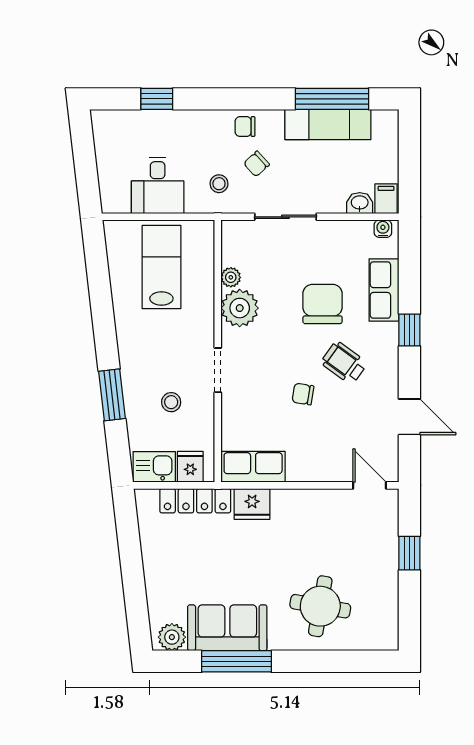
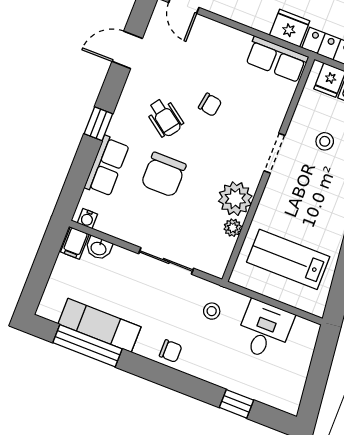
chair: (257, 164) -> (173, 316), removed
lab bench: (161, 267) -> (288, 259), turned 90
door: (409, 417) -> (127, 50), hinge flipped

